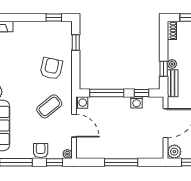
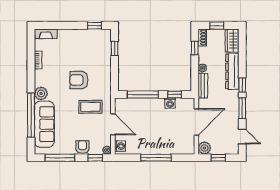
armchair: (51, 68) -> (79, 80), moved, turned -102
window: (164, 69) -> (195, 48), moved
washing machine: (82, 103) -> (120, 146), moved
coffee table: (49, 106) -> (90, 107), turned 39

